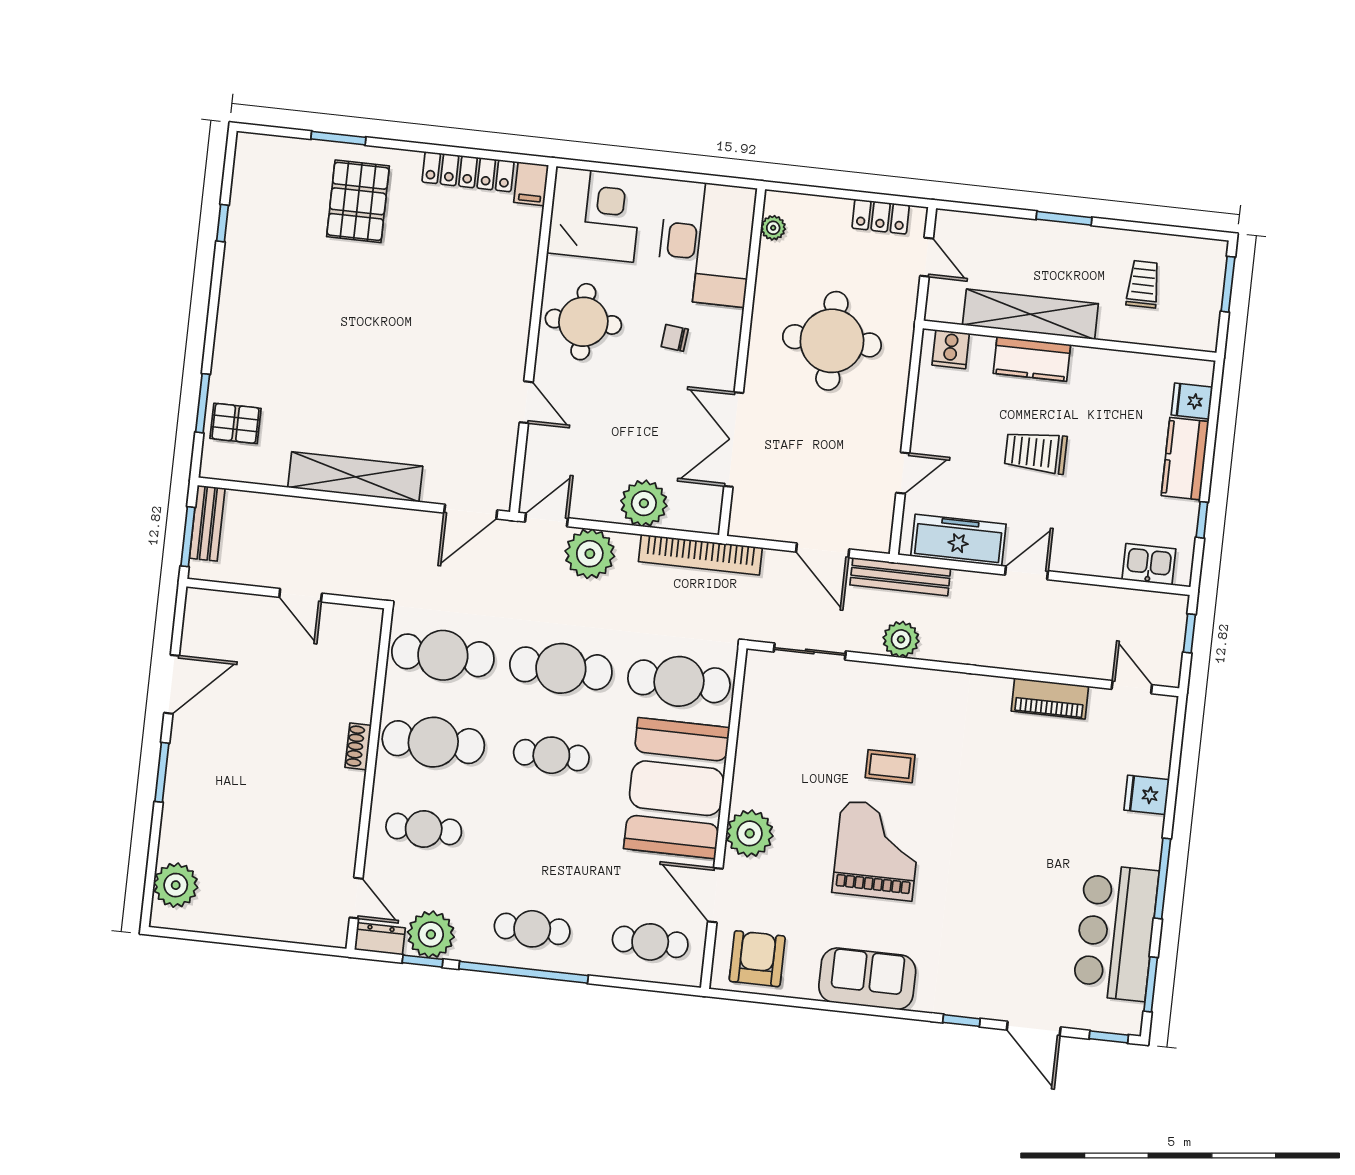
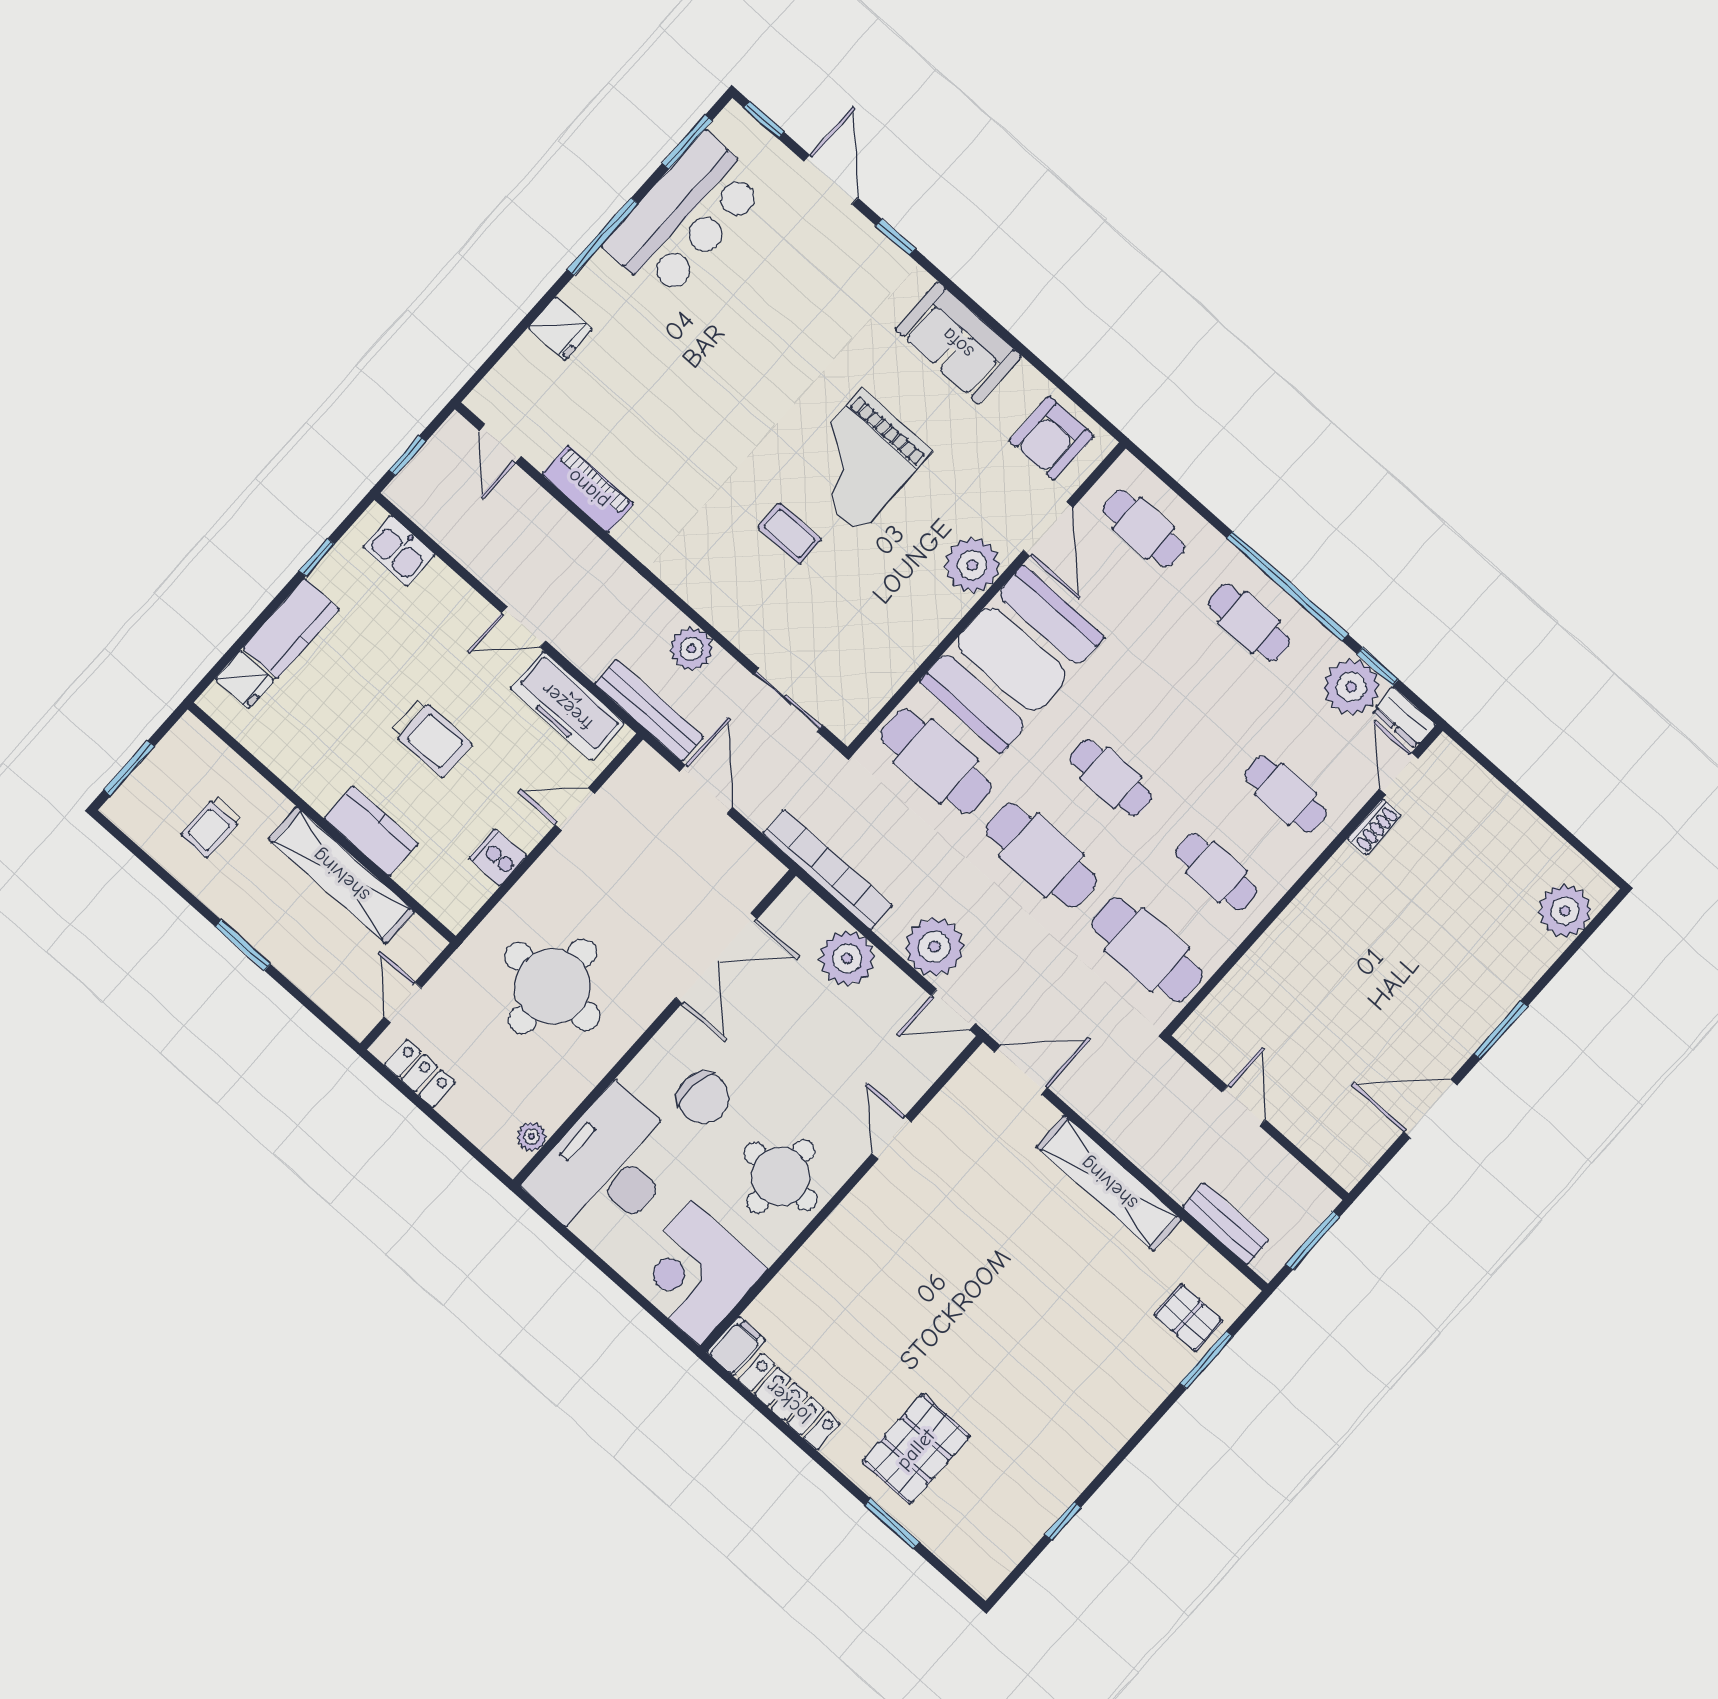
chair: (675, 338) -> (703, 1098), width x1.87, depth x1.87
cooker: (951, 349) -> (498, 857), moved, turned -90
bench: (207, 523) -> (1225, 1224), moved, turned 90
cafe table: (433, 742) -> (1216, 872), width x0.73, depth x0.74
shoe rack: (358, 746) -> (1375, 827), moved

